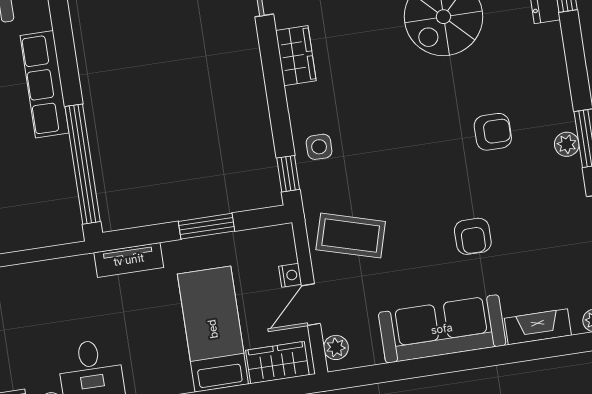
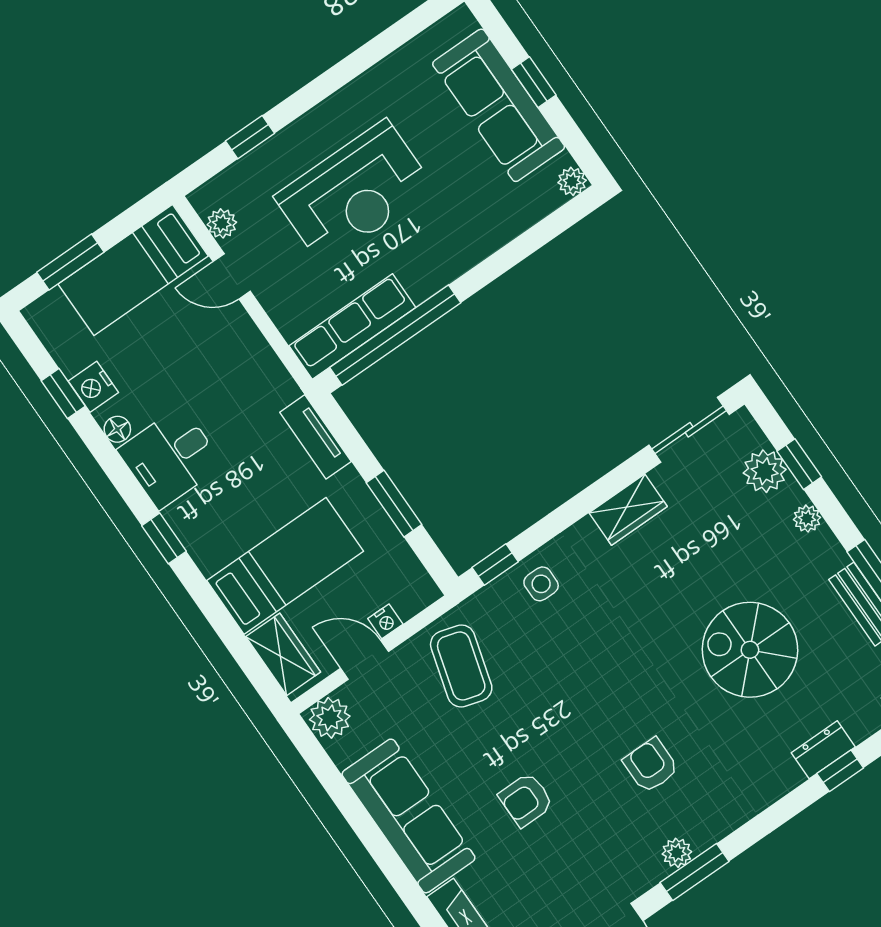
row of seats: (44, 84) -> (352, 327), moved
armchair: (493, 132) -> (651, 765), turned 180
plant: (336, 347) -> (330, 718), width x1.38, depth x1.38

